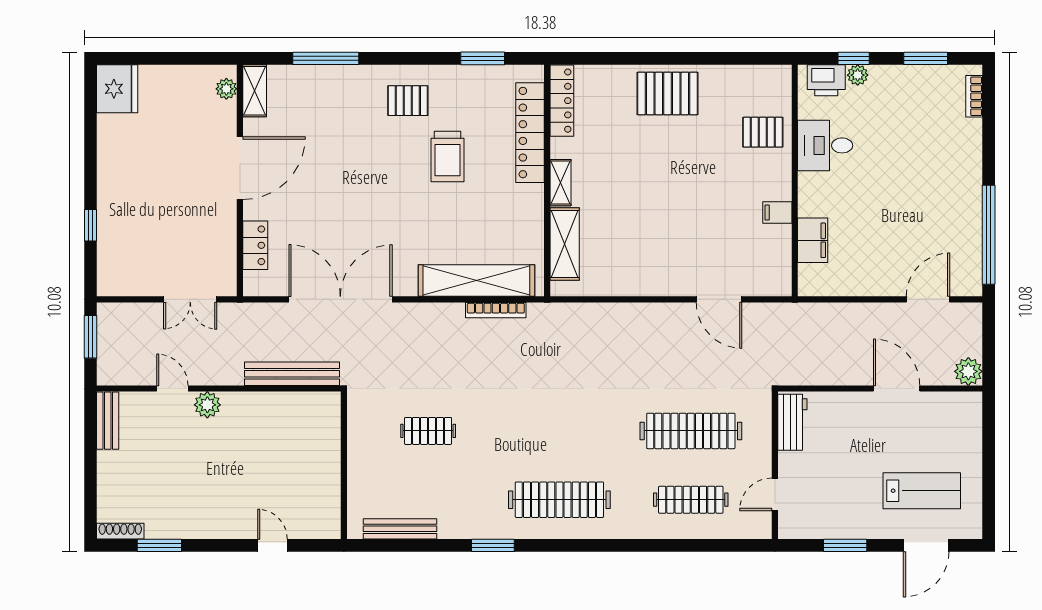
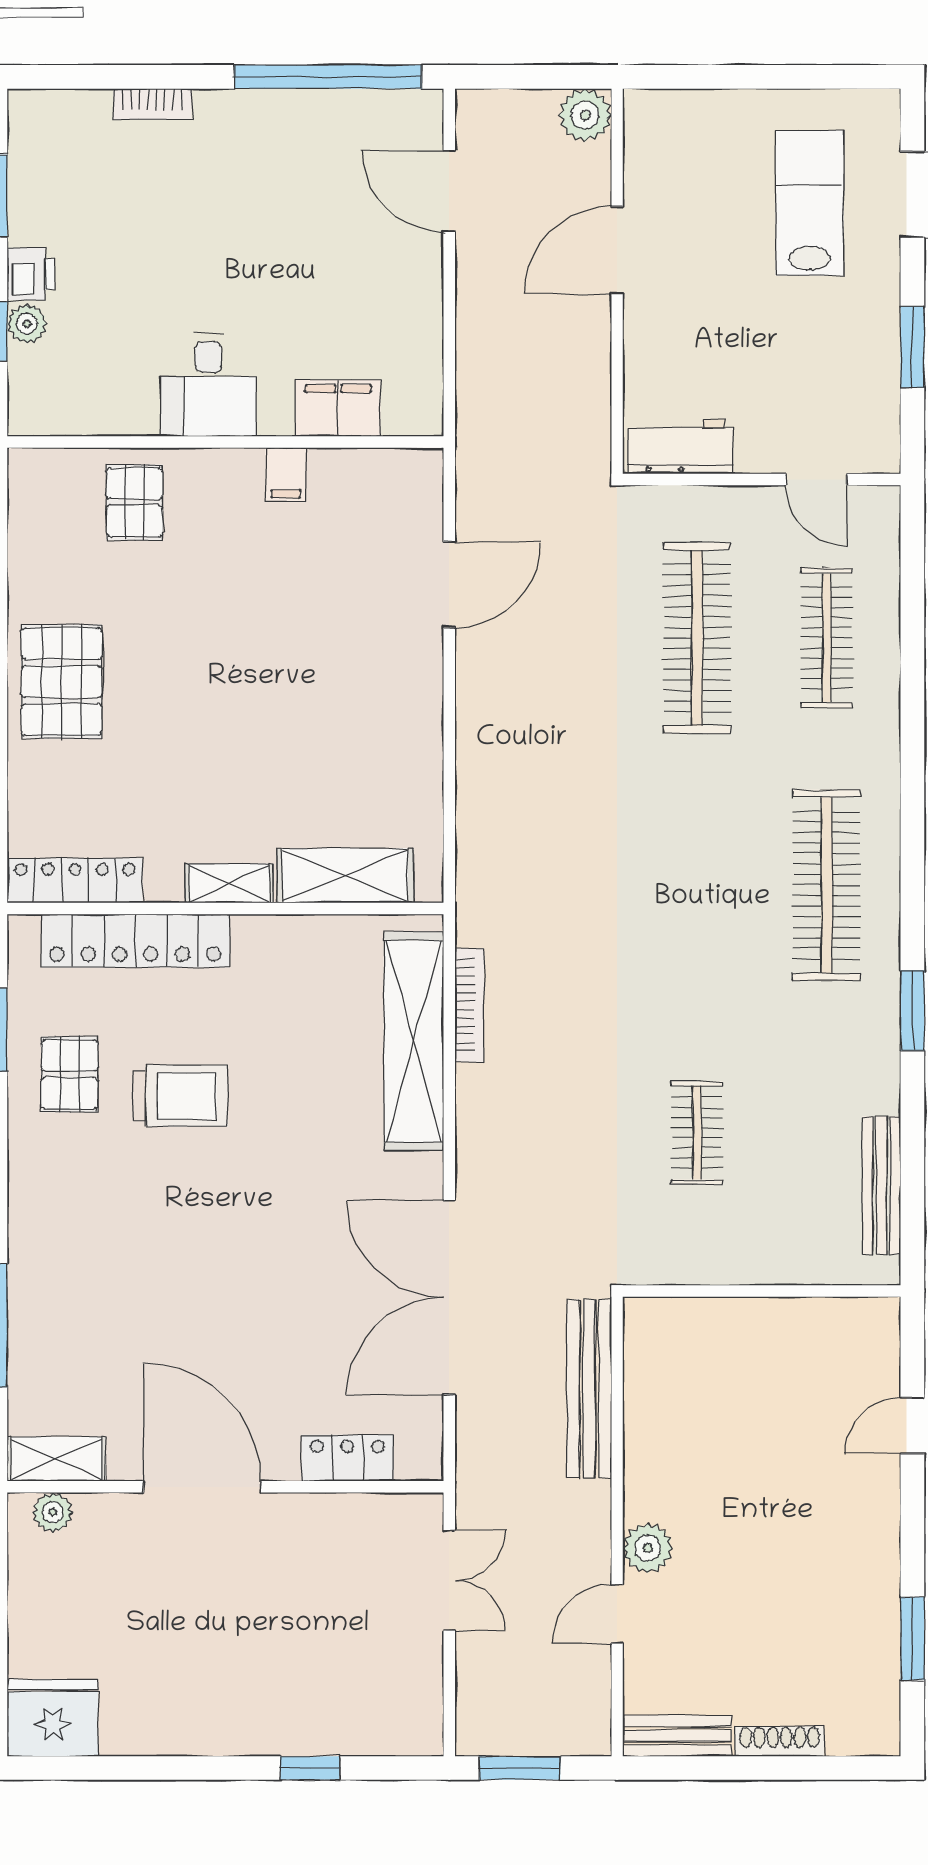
printer: (826, 80) -> (31, 274), moved, width x0.73, depth x0.81
bookcase: (974, 96) -> (152, 104), moved
pallet: (408, 101) -> (69, 1074), moved
desk: (825, 145) -> (208, 385), moved
shoe rack: (120, 531) -> (780, 1741), moved, turned 90

